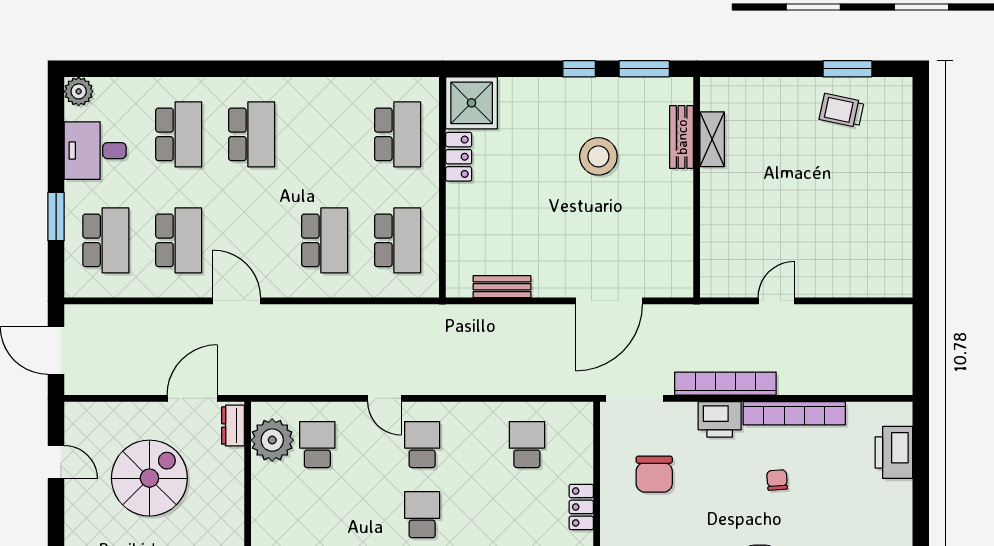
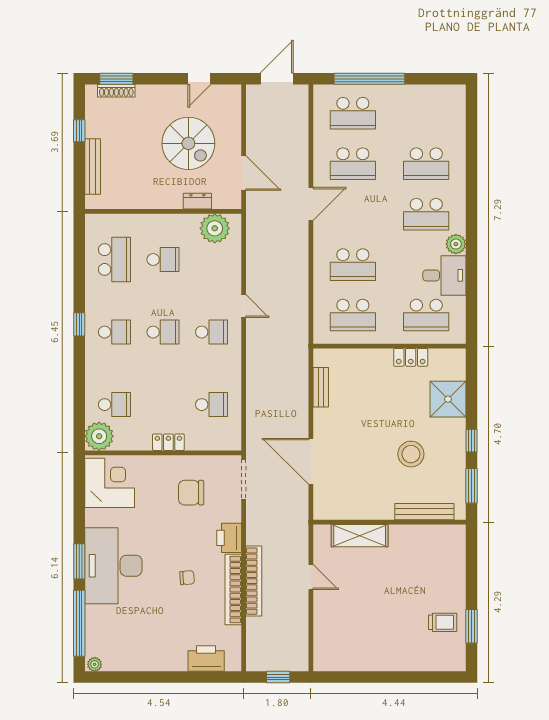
plant: (79, 91) -> (456, 244), moved
shower: (472, 103) -> (448, 399), moved
trolley: (842, 110) -> (443, 622), turned 78
bench: (682, 137) -> (424, 512), width x1.36
shelving: (712, 139) -> (360, 536), moved, width x1.50, depth x1.33
desk: (95, 151) -> (444, 275), moved, turned 90
window: (56, 216) -> (369, 79), width x2.11
window: (921, 348) -> (278, 677), added
bookcase: (725, 384) -> (254, 581), moved
door: (384, 398) -> (244, 306), swing flipped
dresser: (233, 426) -> (197, 201), moved
school desk: (317, 445) -> (163, 260), moved

